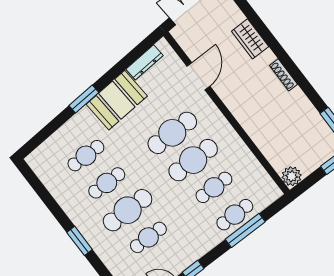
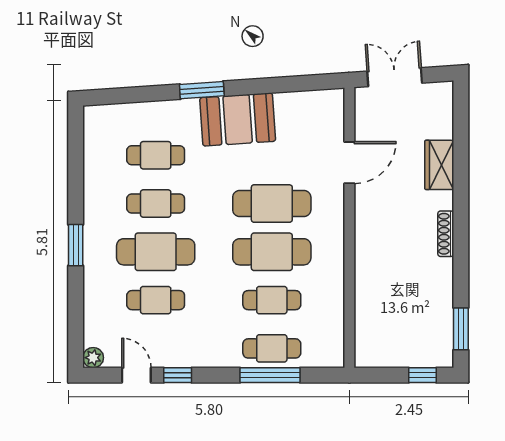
dresser: (145, 62) -> (301, 101), removed
plant: (292, 176) -> (368, 354), removed

